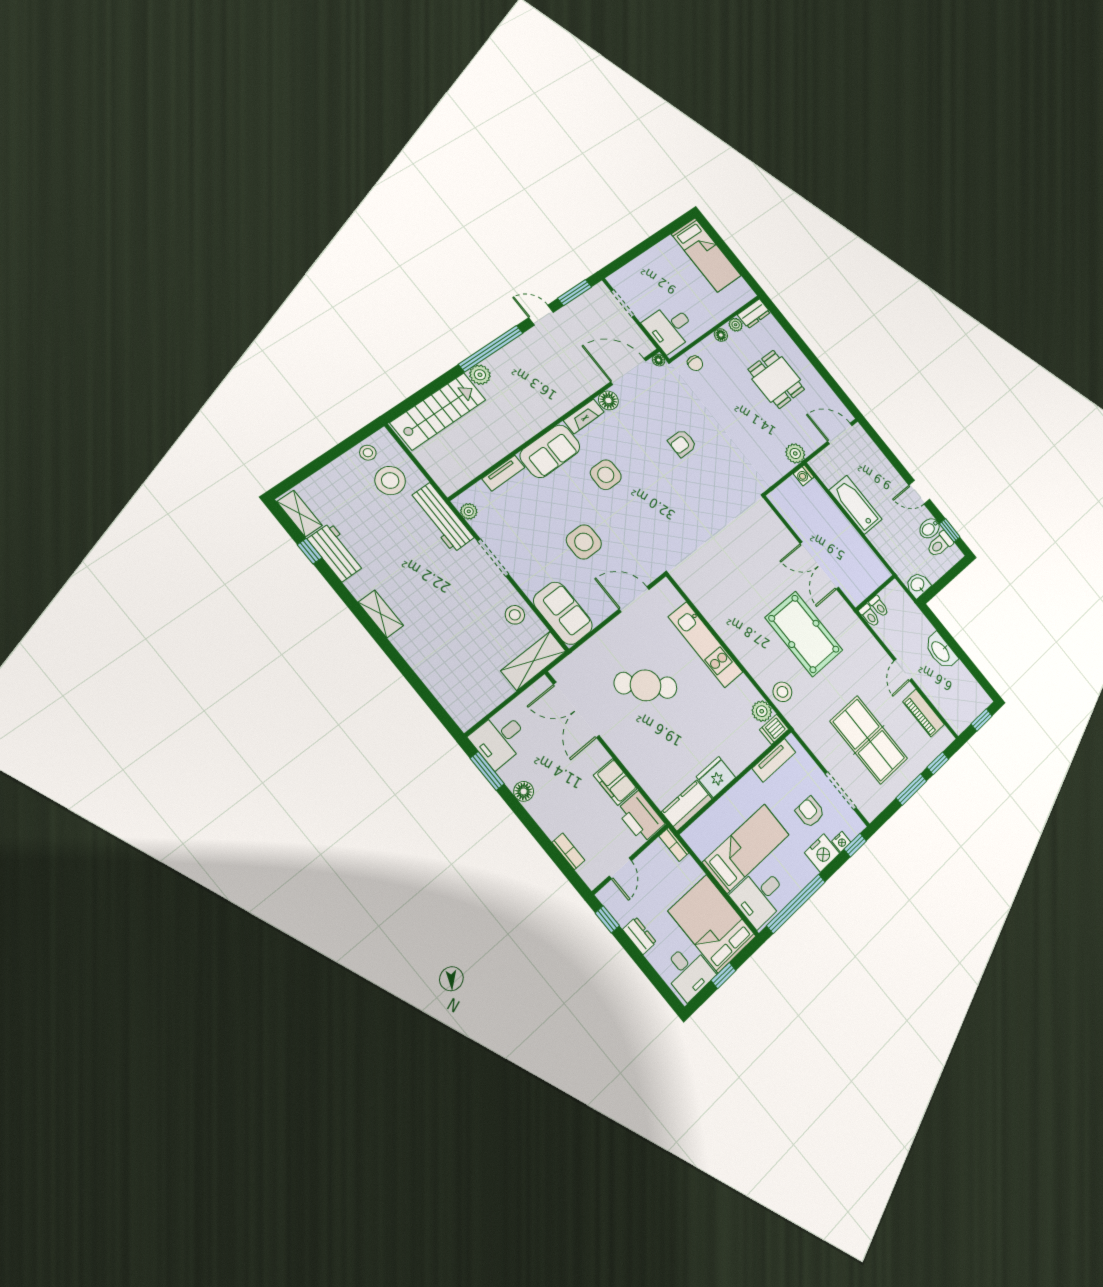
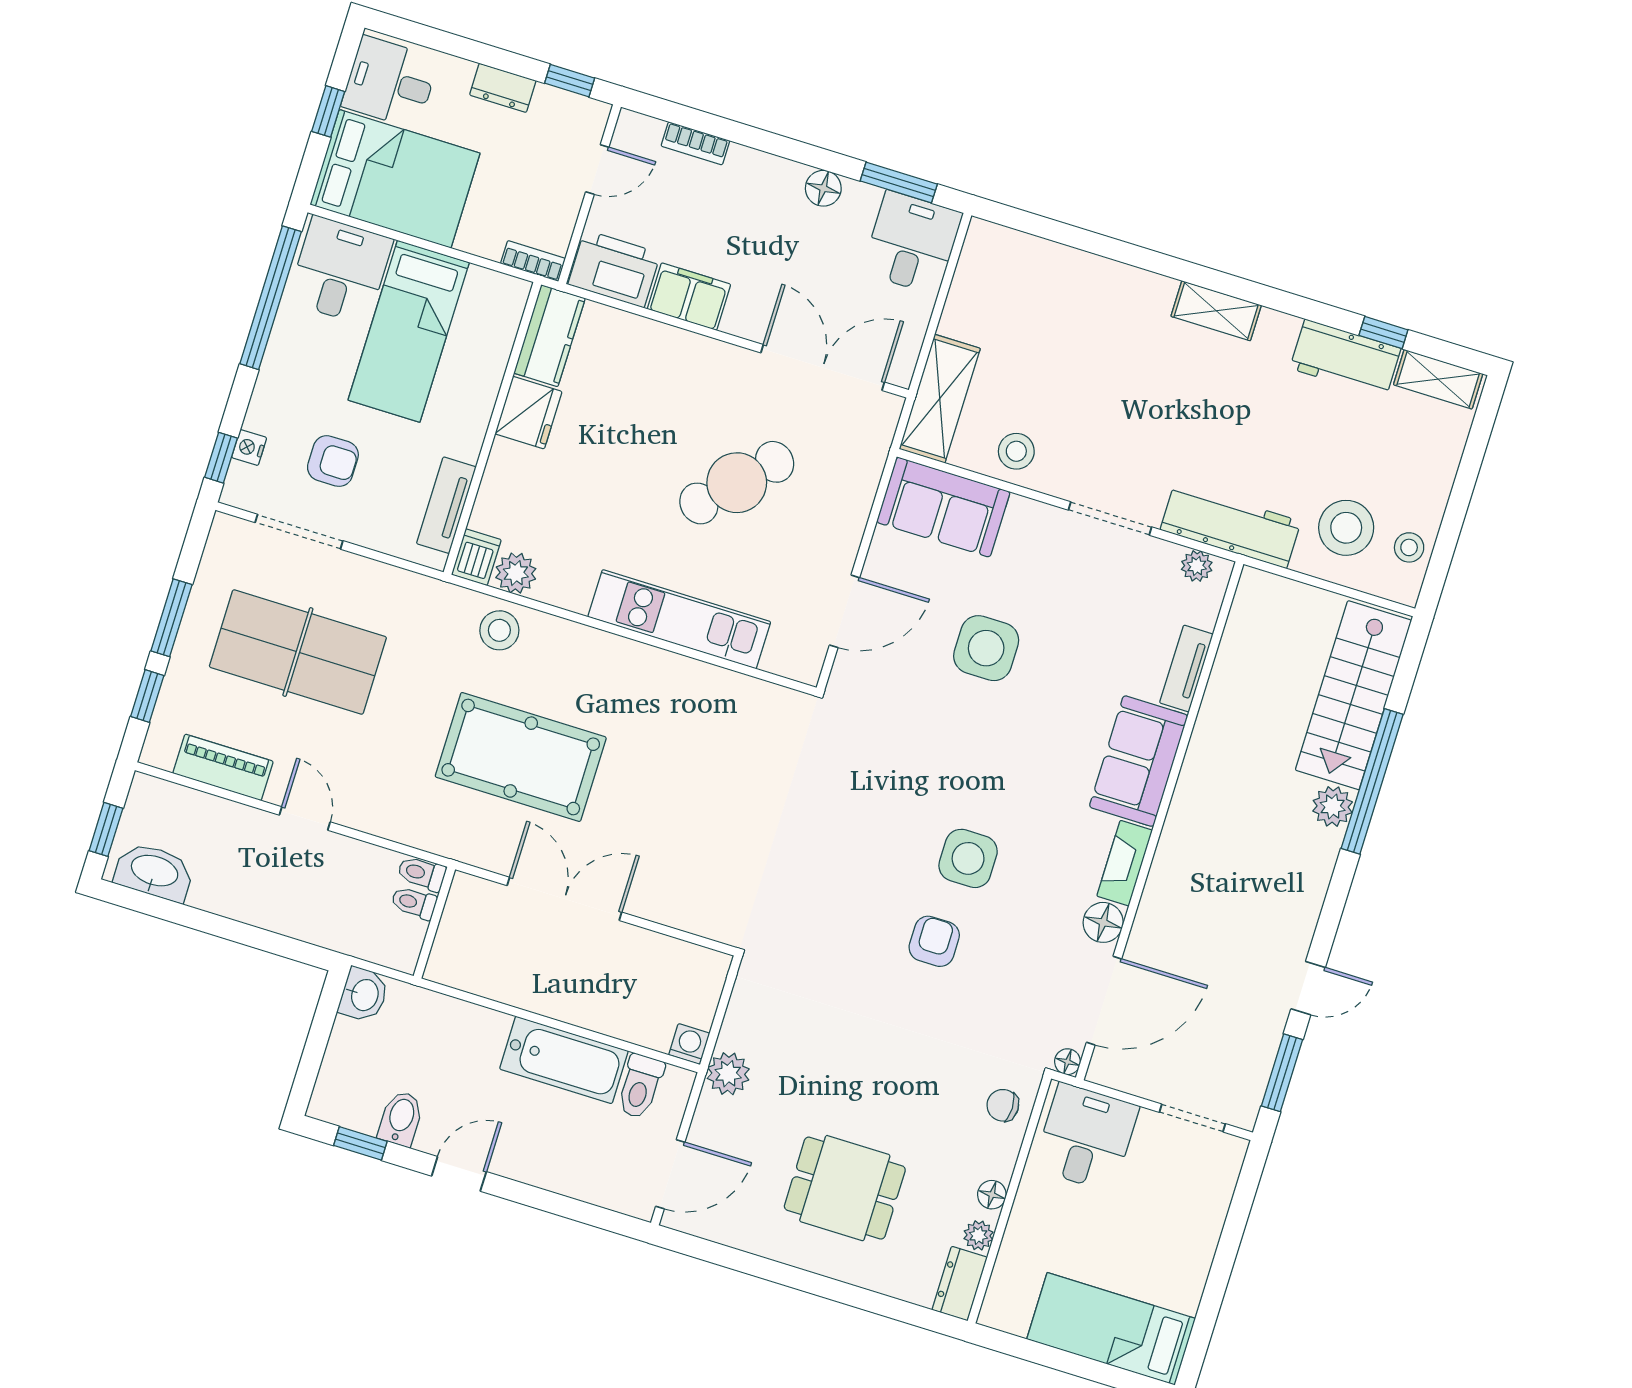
window: (491, 349) -> (1372, 781), moved
side table: (606, 475) -> (968, 858), moved
toilet: (940, 544) -> (640, 1086), moved, turned 180
washbasin: (941, 651) -> (154, 872), moved
nightstand: (822, 853) -> (273, 407), removed
door: (620, 868) -> (597, 170), swing flipped

